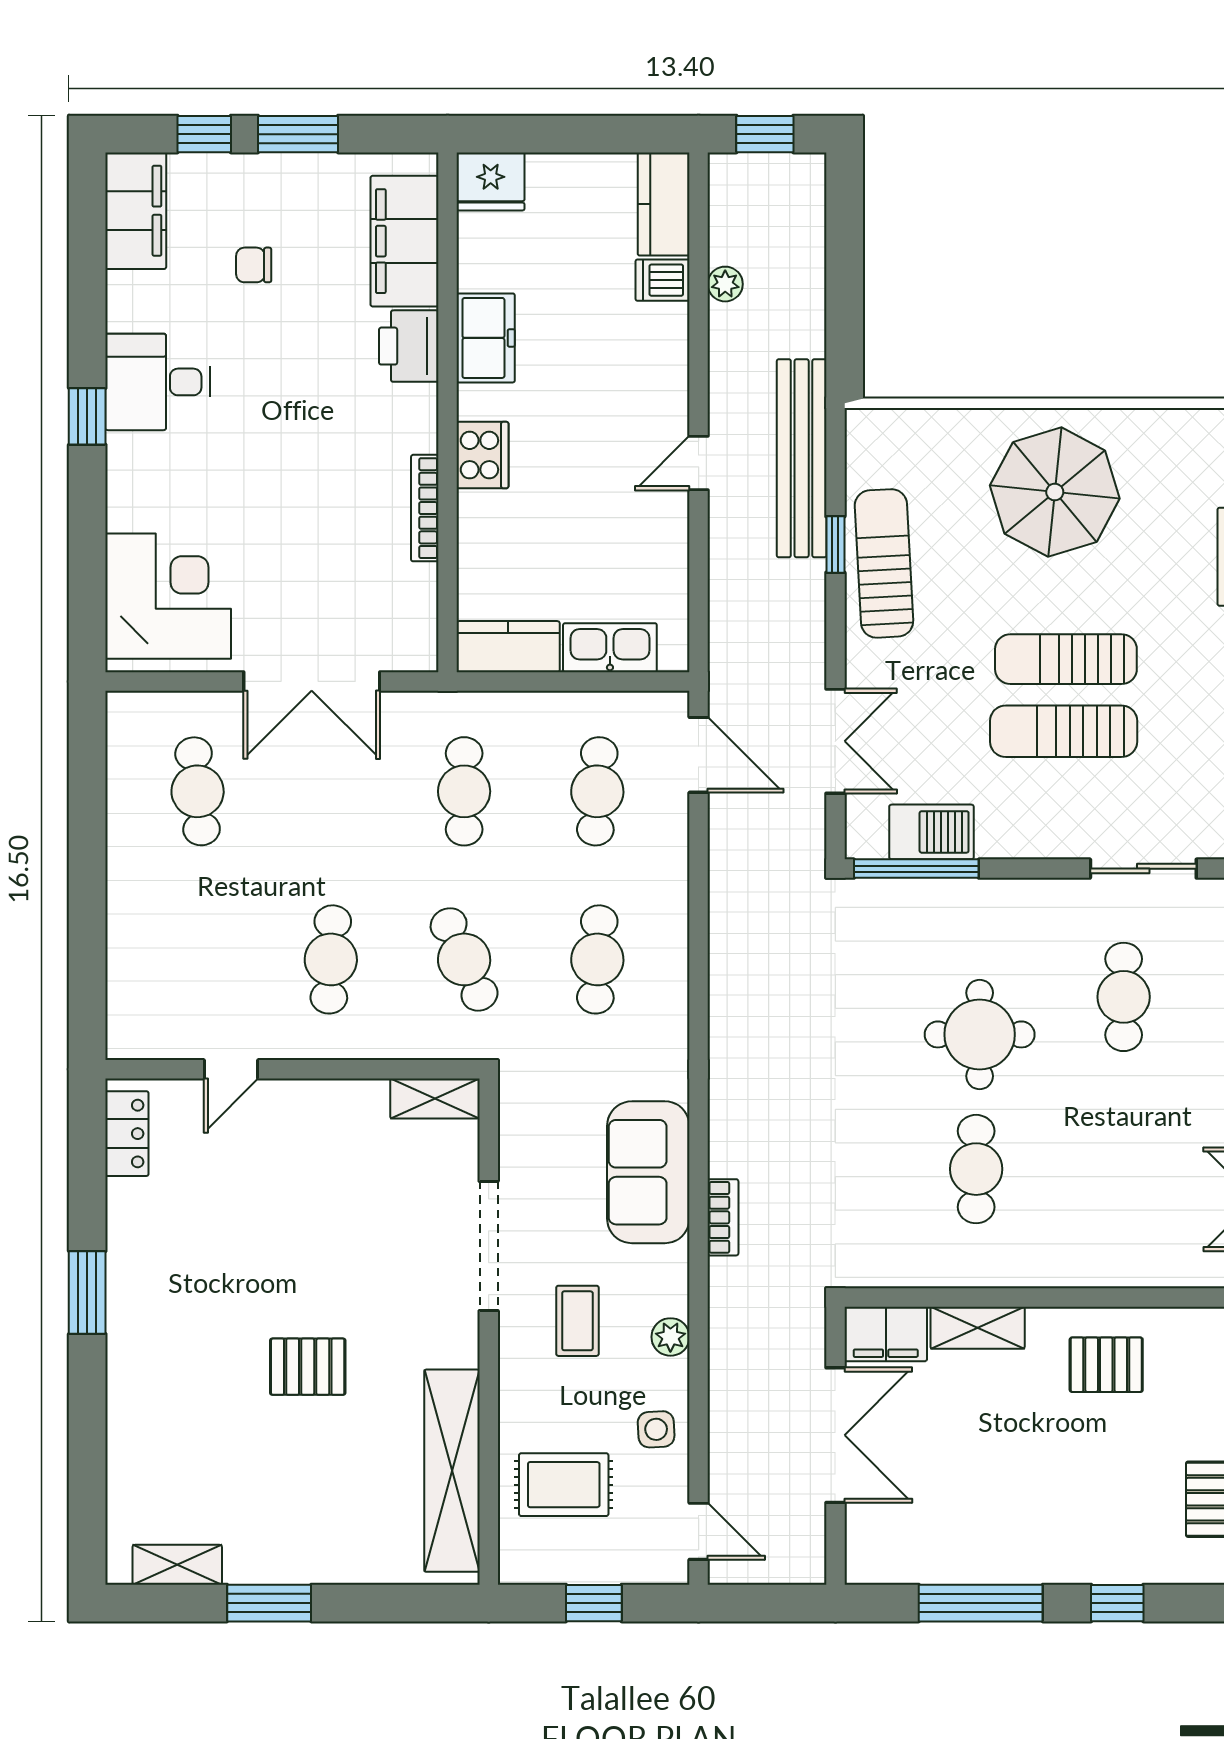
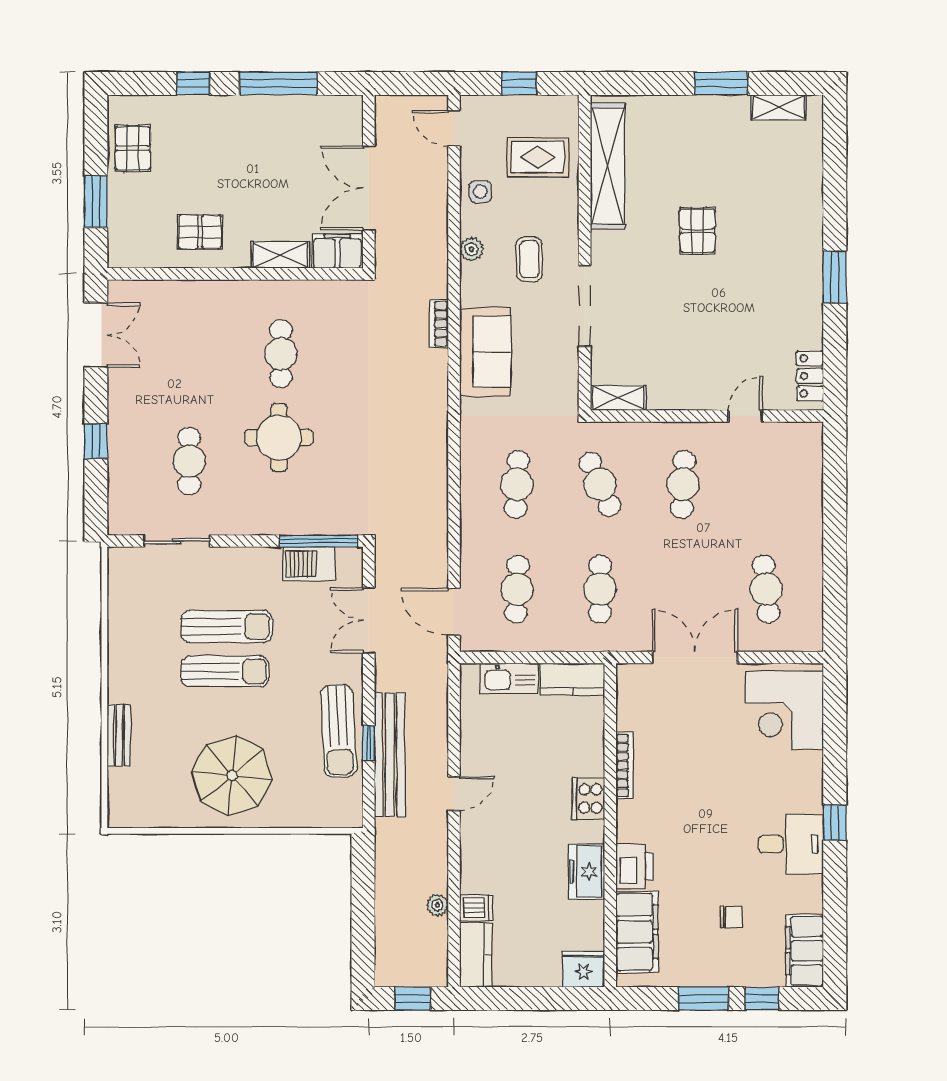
bench: (802, 458) -> (390, 755), moved
pallet: (308, 1367) -> (697, 231), turned 90

